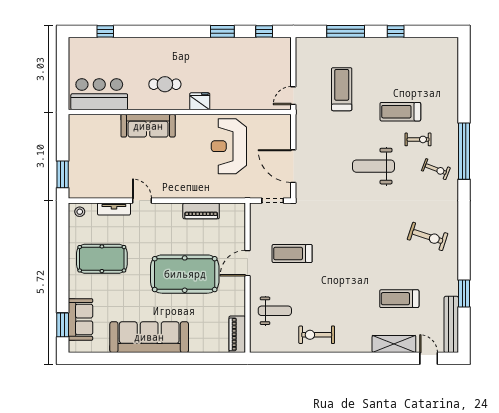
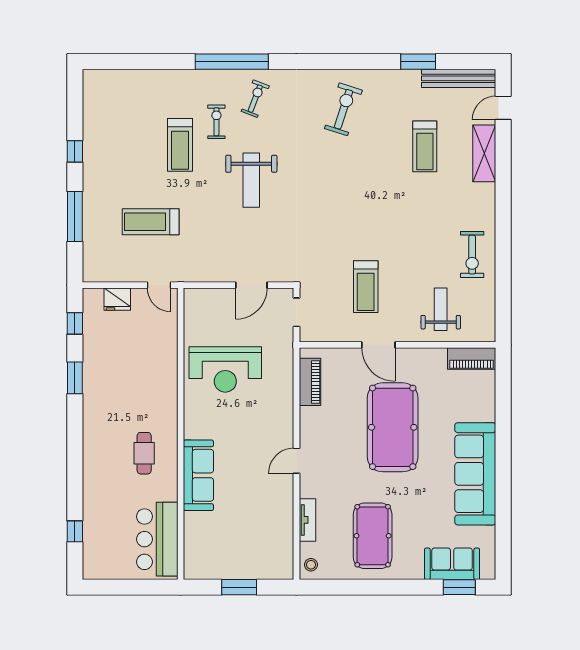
fridge: (200, 101) -> (117, 299), moved, turned -90
door: (293, 166) -> (251, 285), width x0.73
window: (63, 174) -> (239, 587), moved
door: (142, 201) -> (296, 461), moved
piano: (201, 211) -> (310, 382), moved

